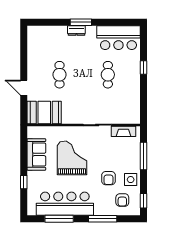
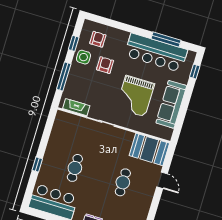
sofa: (36, 154) -> (171, 104), width x1.36
window: (24, 182) -> (195, 72), moved
window: (144, 201) -> (74, 43), moved
window: (103, 219) -> (123, 27), removed

